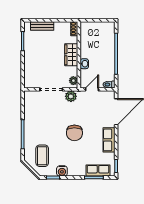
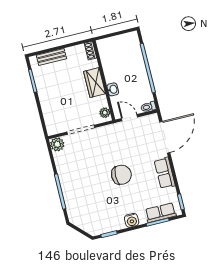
door: (92, 89) -> (130, 118), hinge flipped
plant: (71, 96) -> (57, 144), moved
chair: (74, 133) -> (121, 175), turned -90
coffee table: (42, 156) -> (90, 211), removed
water cooler: (62, 171) -> (132, 220), moved

